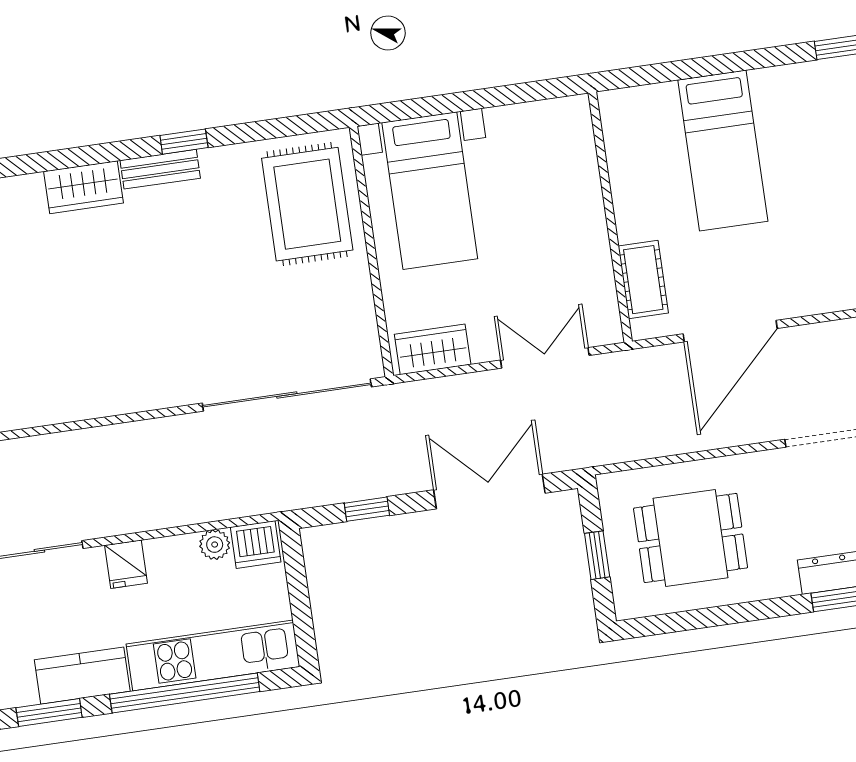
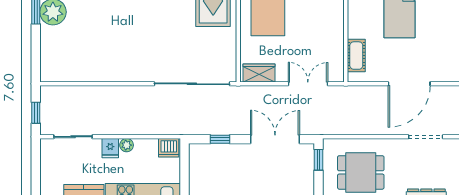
door: (730, 331) -> (409, 84), moved
plant: (215, 545) -> (127, 145), moved
window: (597, 555) -> (318, 160), moved

